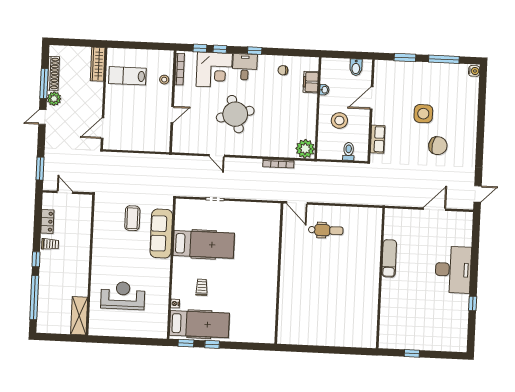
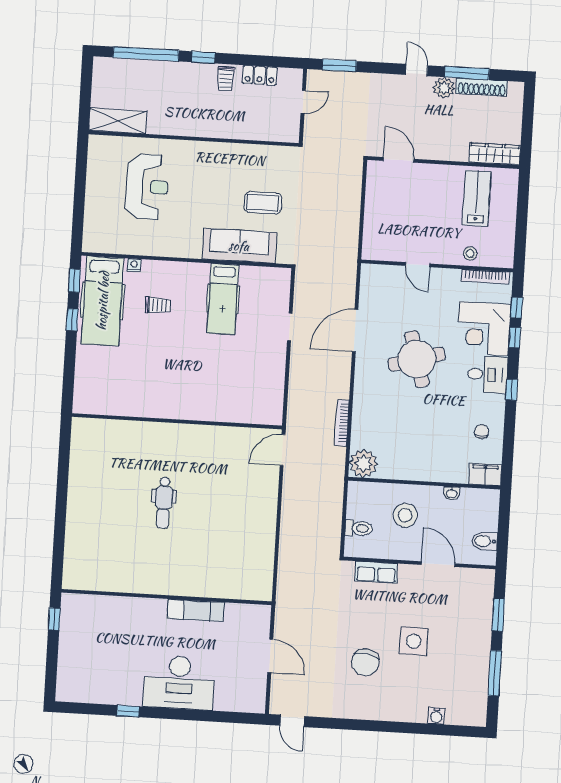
water cooler: (474, 71) -> (436, 716), moved
filing cabinet: (311, 82) -> (485, 474), moved
door: (217, 156) -> (355, 331), width x1.87
dental chair: (326, 230) -> (164, 503), moved
hospital bed: (204, 244) -> (223, 299), width x0.73, depth x0.78
exam couch: (389, 258) -> (196, 610), moved
wall: (380, 278) -> (167, 597), moved

